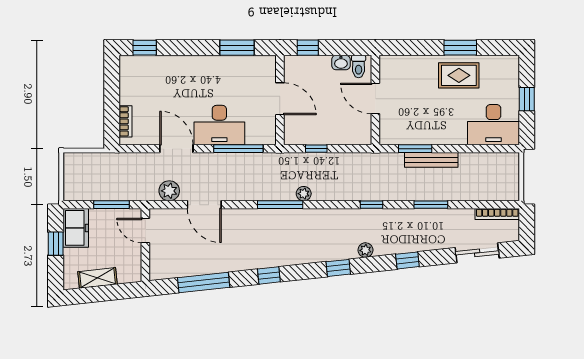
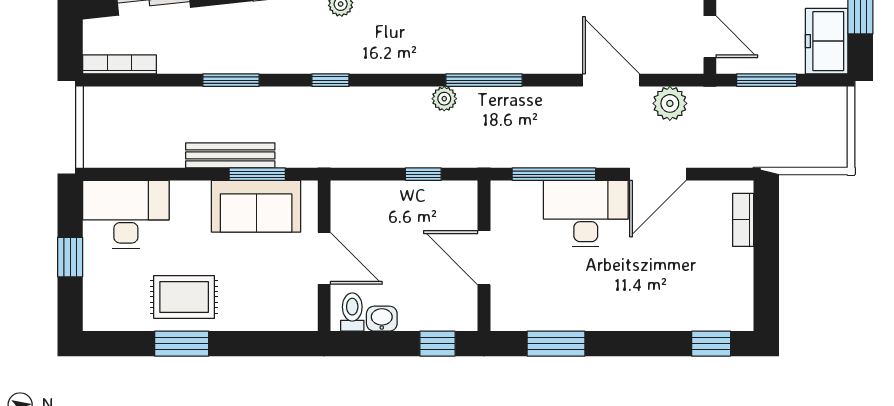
sofa: (416, 129) -> (256, 206), added
door: (176, 149) -> (658, 174), hinge flipped

